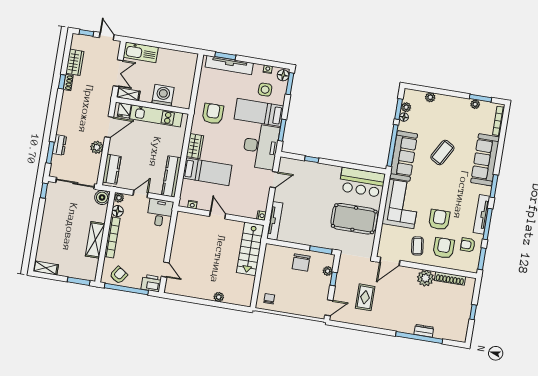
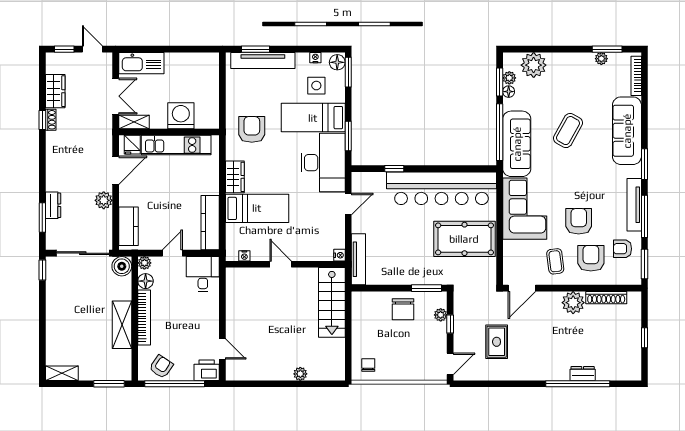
plant: (430, 97) -> (534, 65), width x1.88, depth x1.88
bar counter: (362, 182) -> (441, 188), width x1.86

